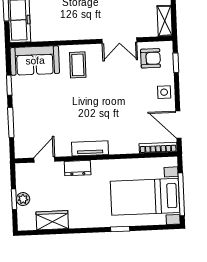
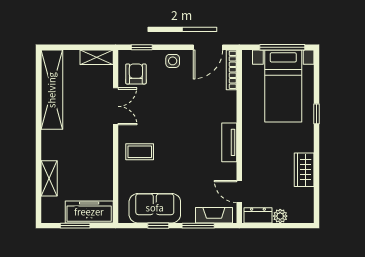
sofa: (35, 61) -> (155, 208), moved, turned -90
fireplace: (21, 137) -> (214, 215), added
dresser: (78, 168) -> (258, 215), moved, turned -90
window: (14, 199) -> (280, 226), removed
wardrobe: (52, 220) -> (304, 170), moved

